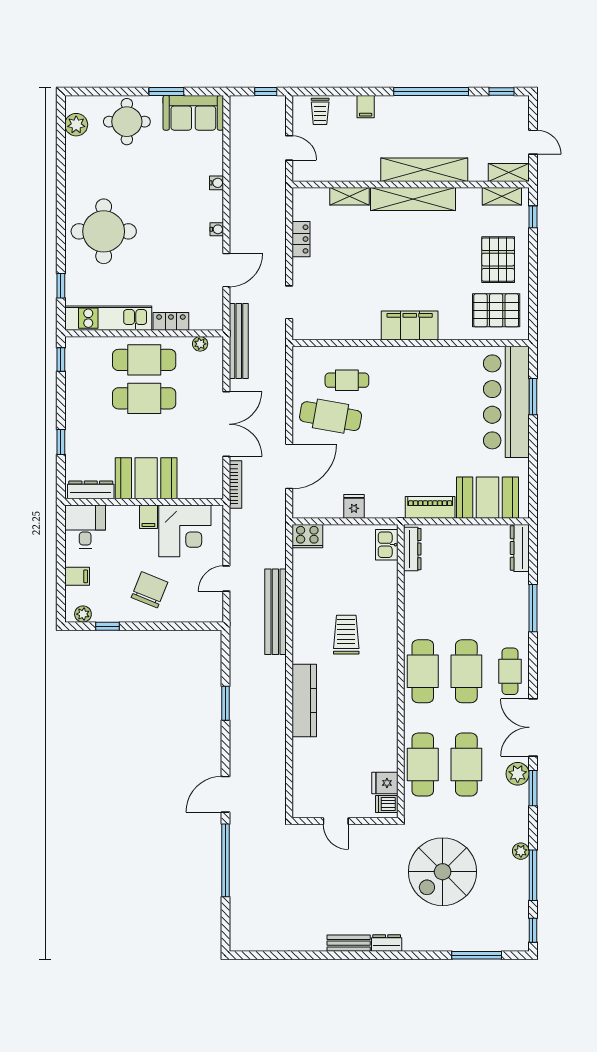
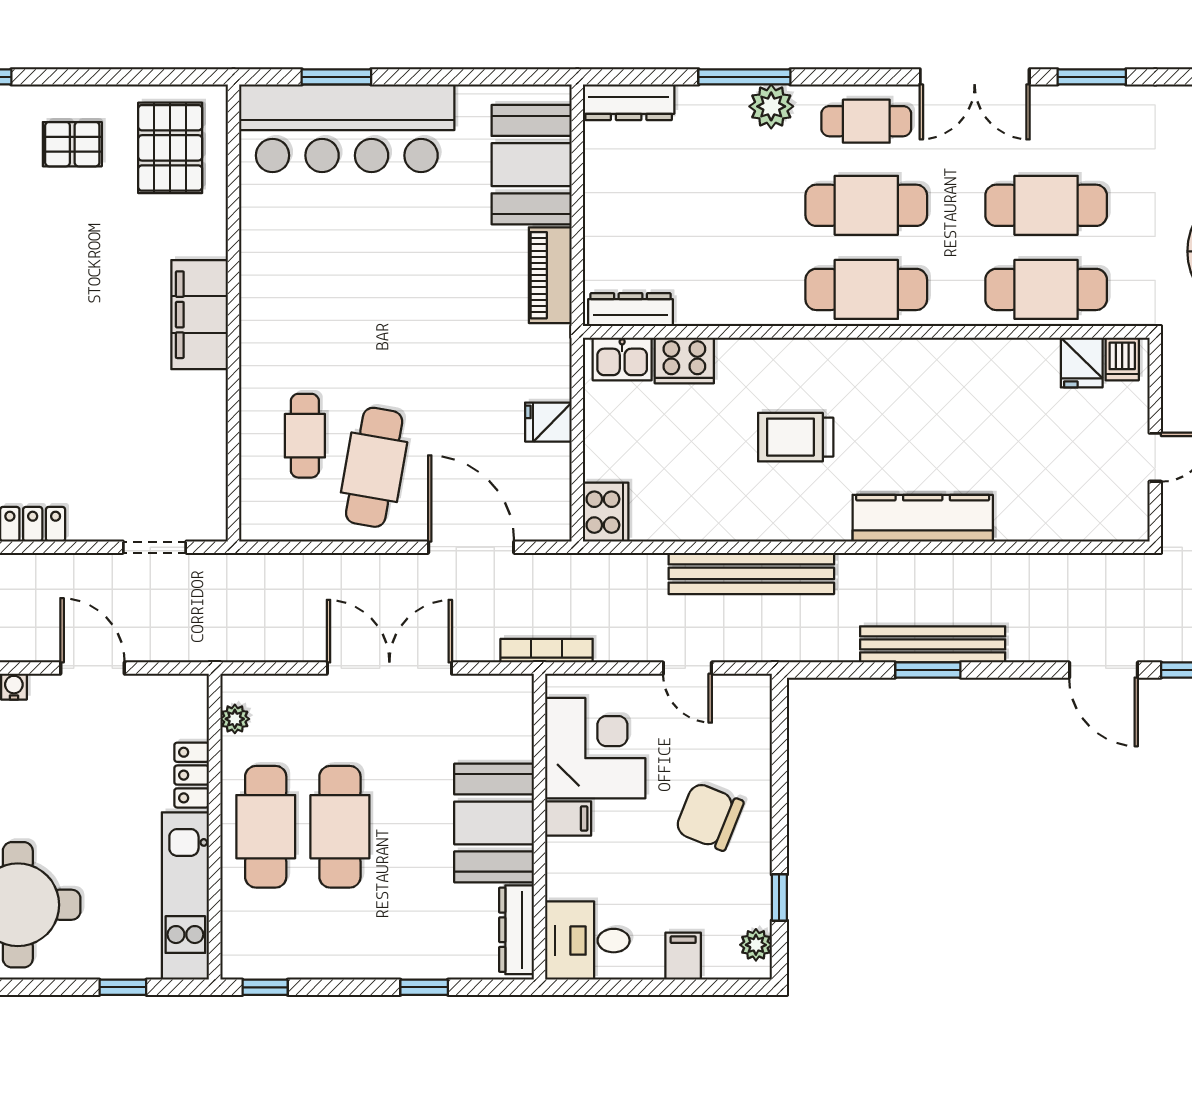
pallet: (498, 260) -> (72, 144), width x0.67, depth x0.71
bench: (239, 341) -> (933, 644), moved
bookcase: (235, 484) -> (547, 651), moved
cooker: (386, 577) -> (684, 360), added
plant: (518, 774) -> (771, 106), moved

